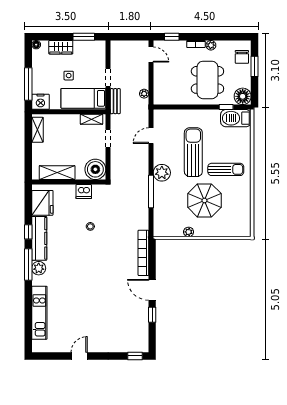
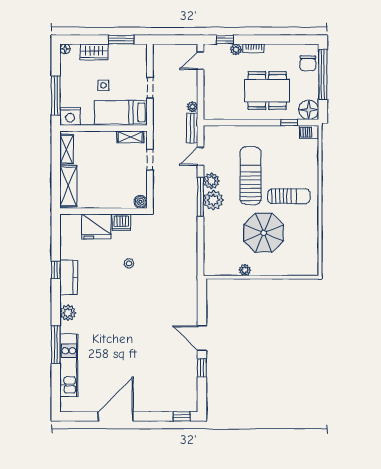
plant: (211, 45) -> (236, 50), moved
door: (151, 55) -> (201, 61), swing flipped
window: (255, 66) -> (323, 74), width x2.11
dining table: (207, 80) -> (267, 91), turned 90
bench: (115, 101) -> (192, 128), moved
barbecue: (236, 118) -> (309, 132), width x0.53, depth x0.65
plant: (160, 156) -> (211, 181), added
boiler: (95, 169) -> (141, 202), width x0.54, depth x0.54
shelving: (57, 173) -> (68, 186), moved, turned 90
window: (151, 192) -> (201, 197), moved
fridge: (42, 203) -> (96, 226), moved, turned 90
kitchen counter: (39, 238) -> (69, 278), width x0.67
bookcase: (143, 253) -> (192, 295), removed
window: (28, 265) -> (56, 345), moved
door: (79, 356) -> (116, 416), width x1.88

